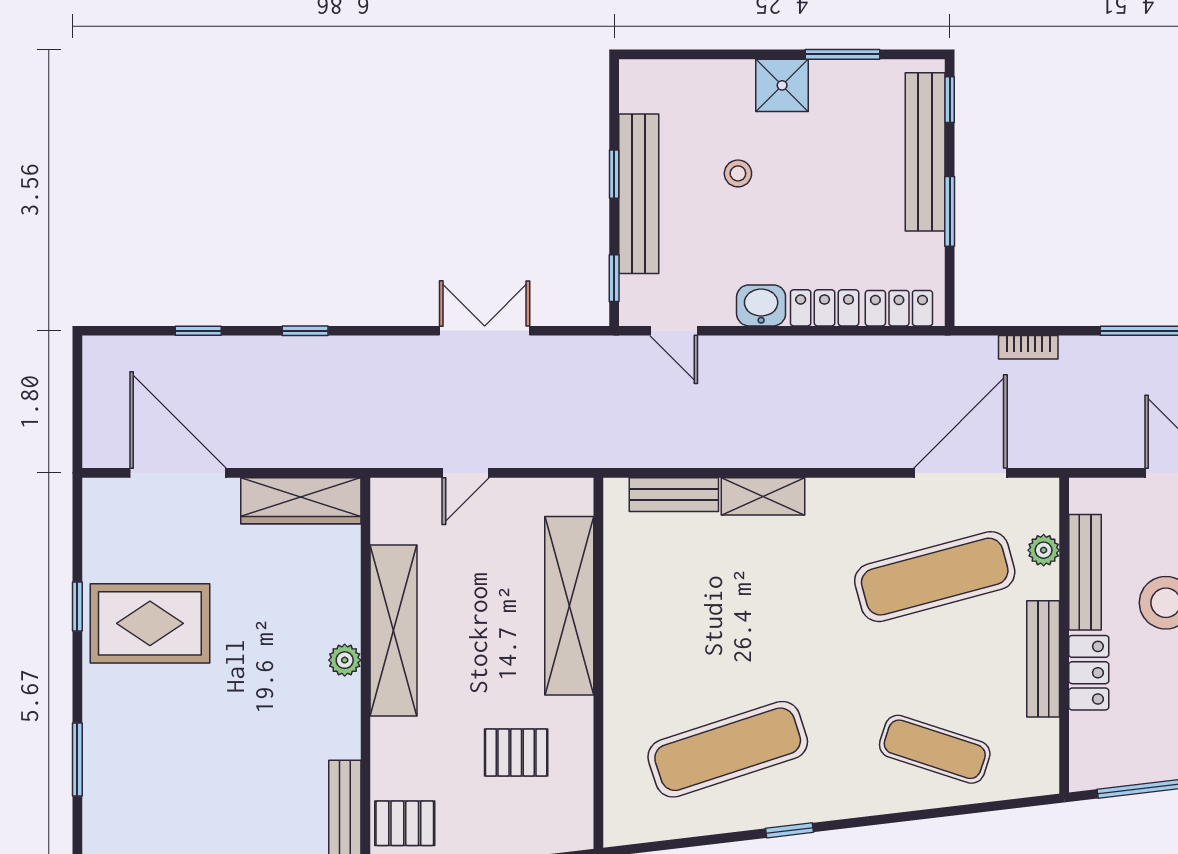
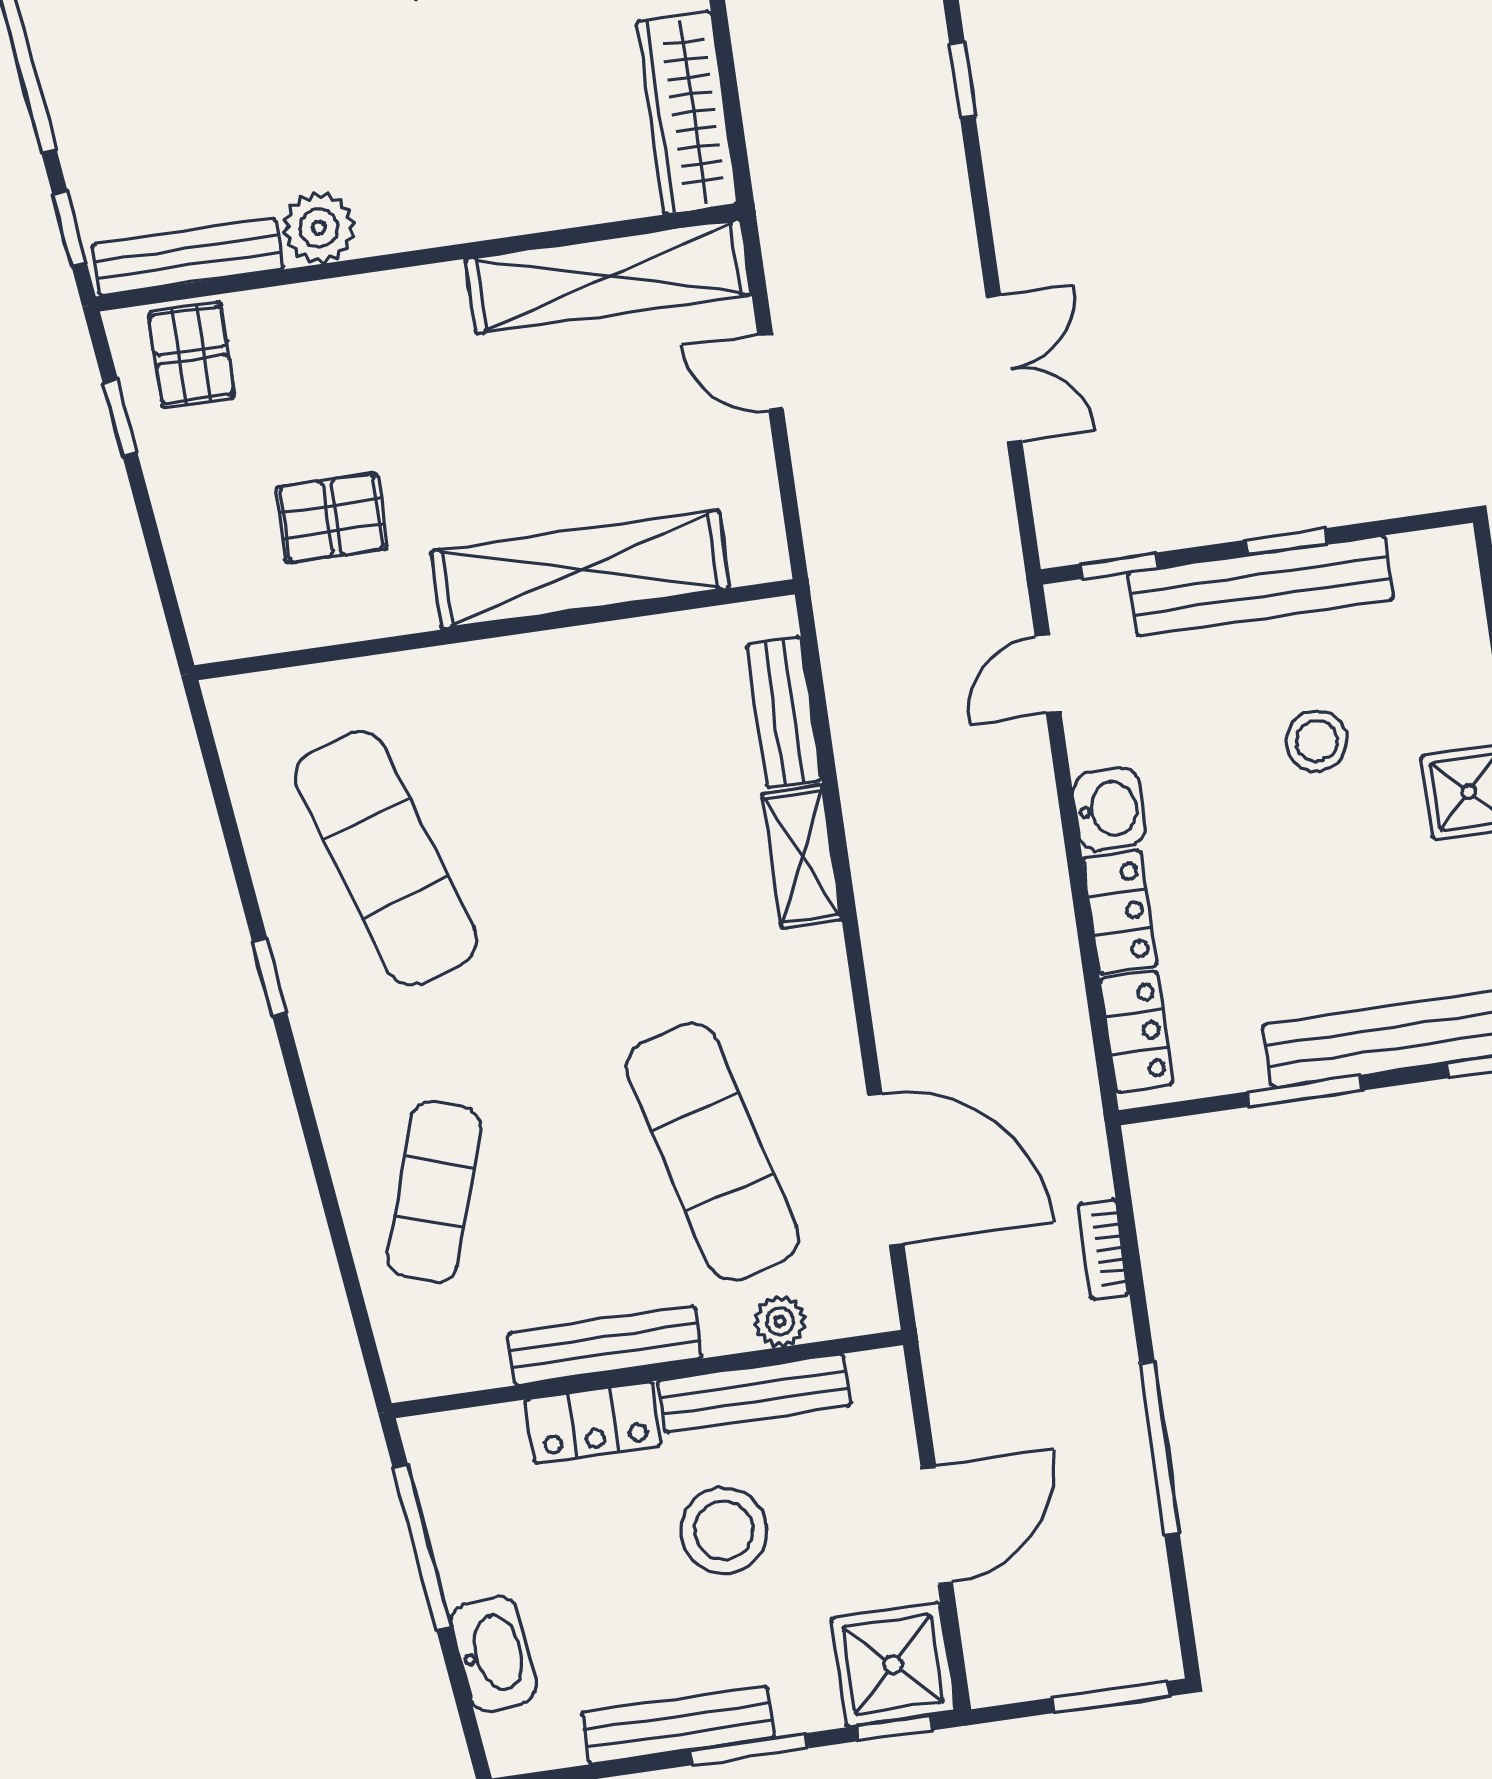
stool: (738, 173) -> (1316, 741), width x1.37, depth x1.37
shelving: (394, 630) -> (608, 276), moved
plant: (345, 660) -> (319, 228), moved, width x1.38, depth x1.38
pallet: (516, 753) -> (331, 518), turned 90

